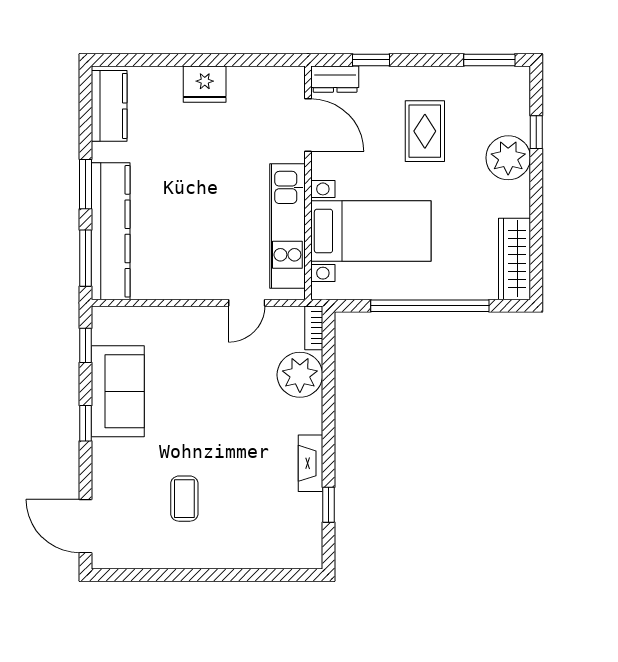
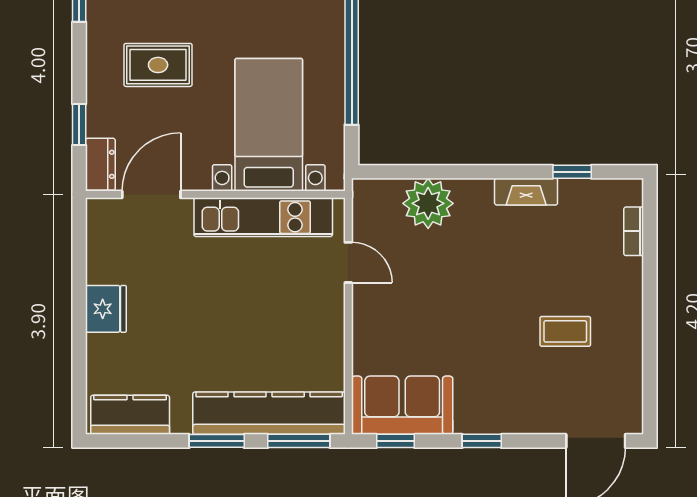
bookcase: (314, 328) -> (634, 231), moved, turned 90
sofa: (118, 391) -> (402, 405), moved

